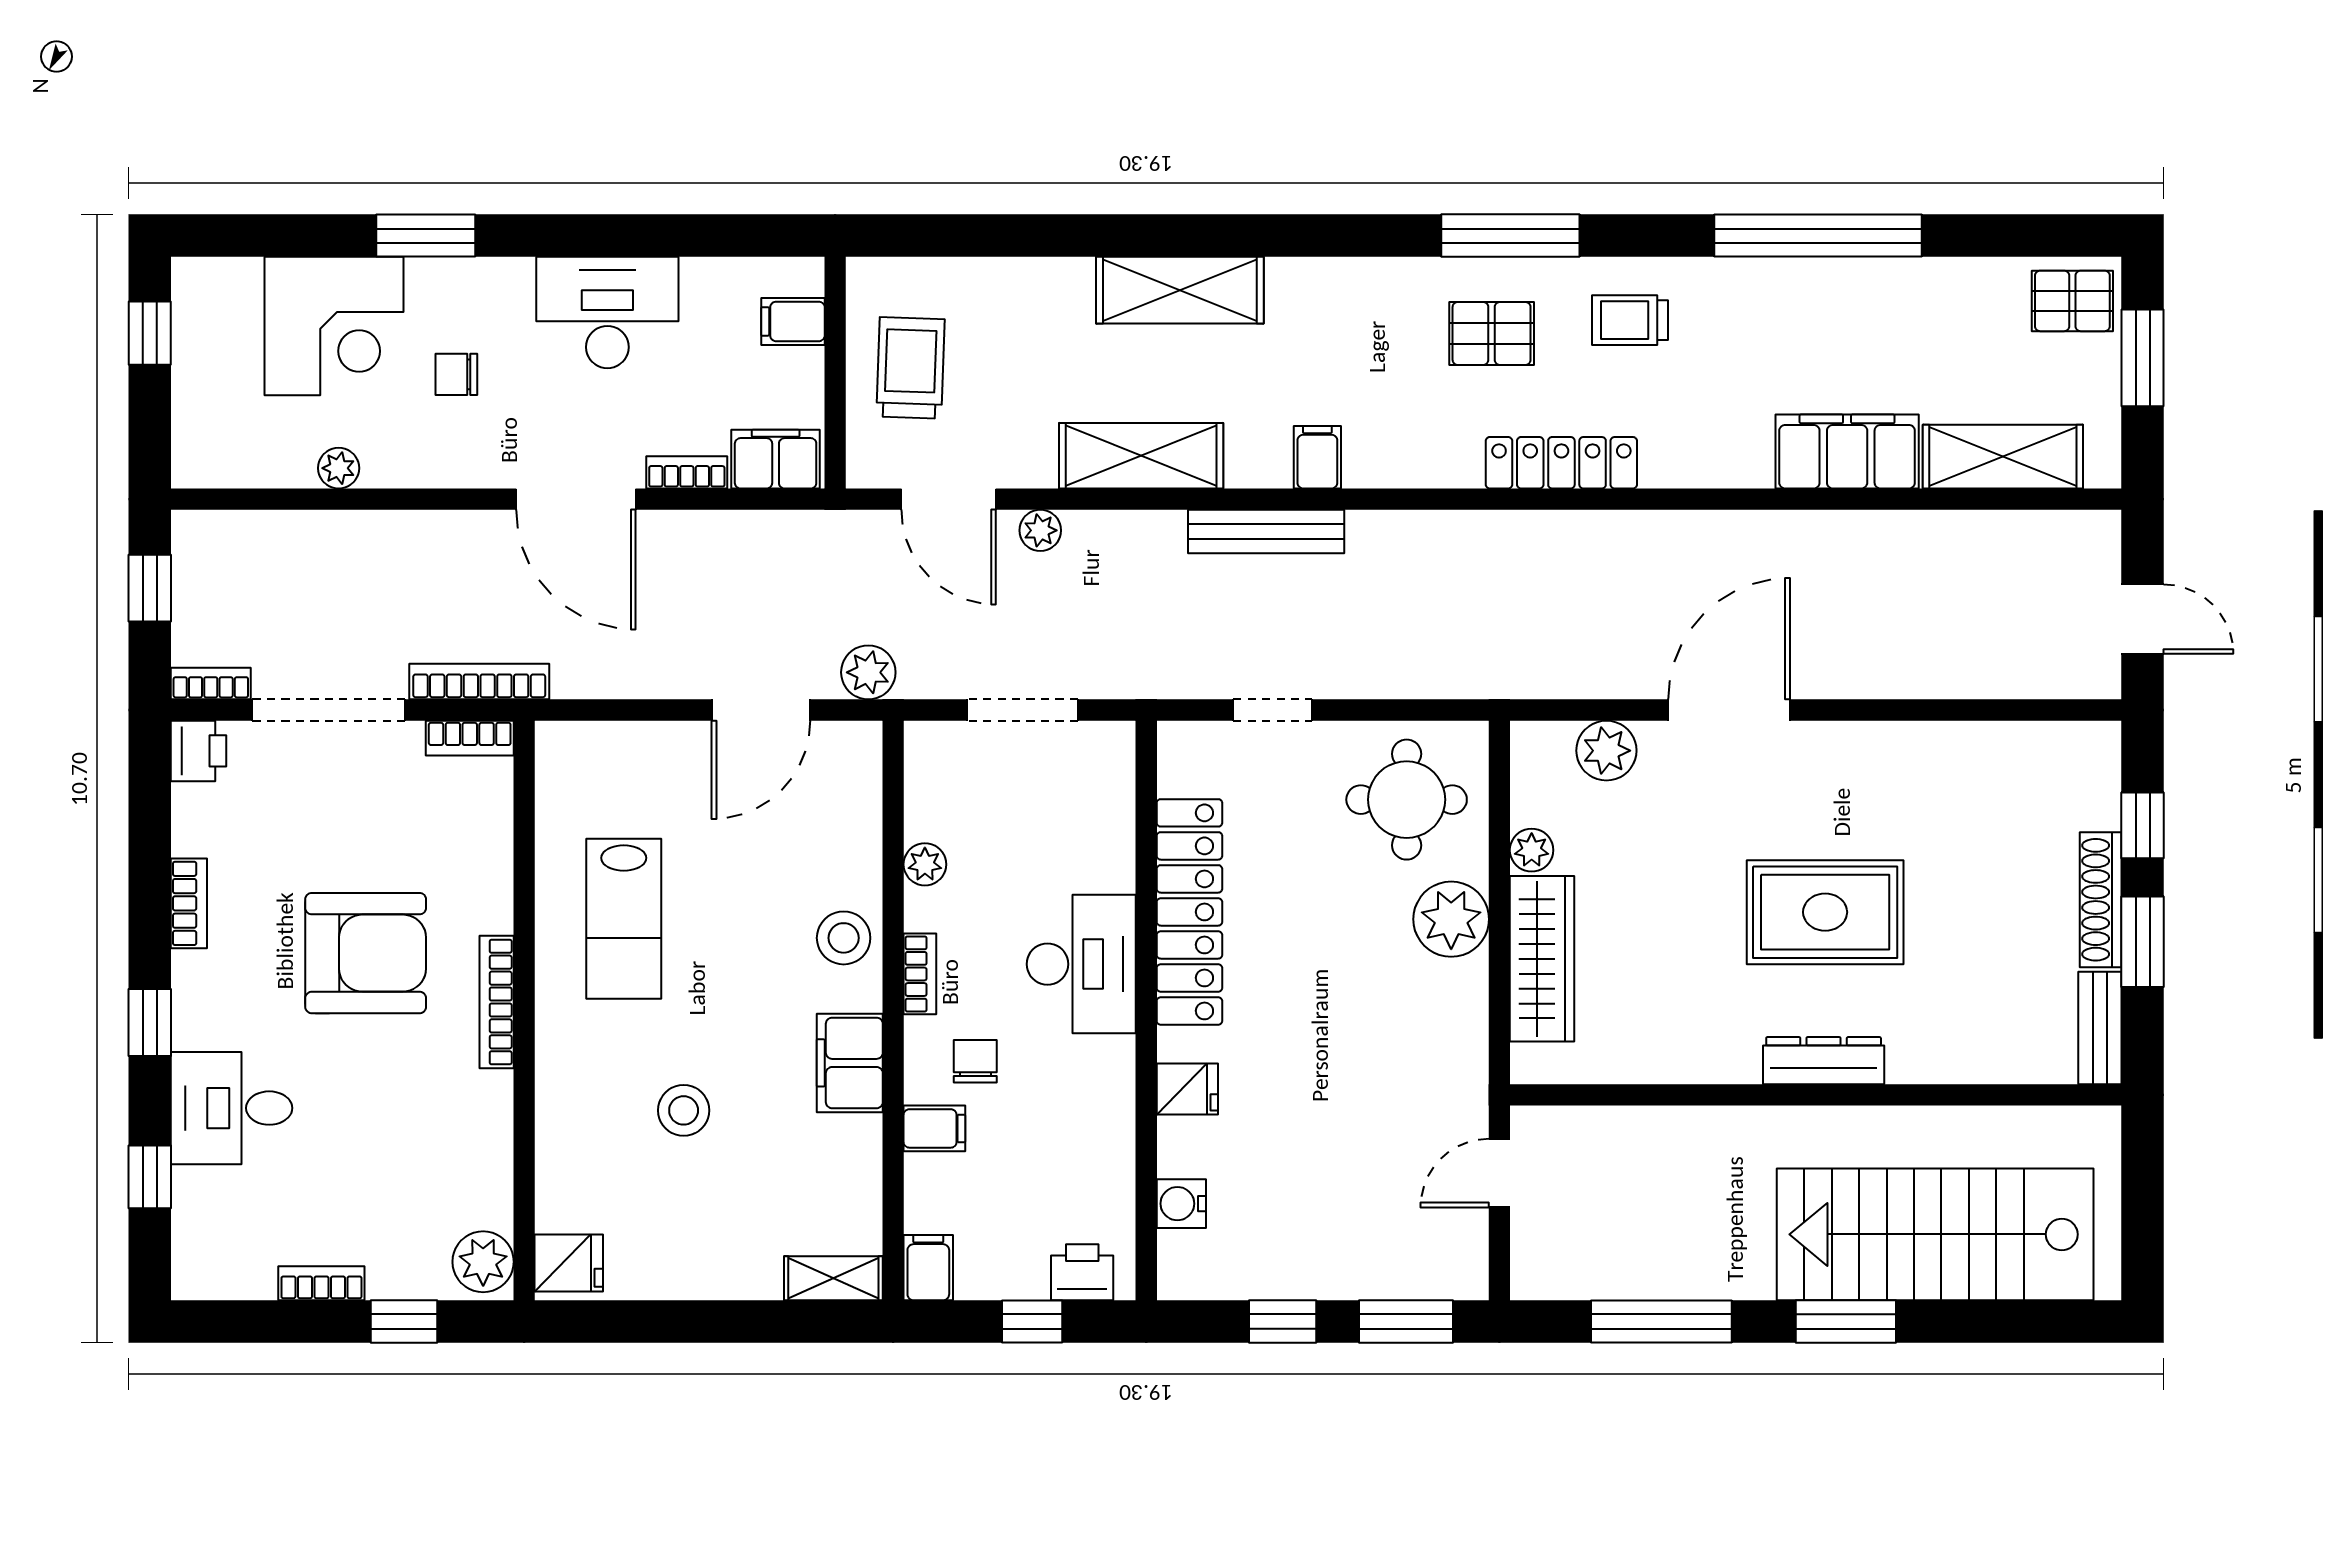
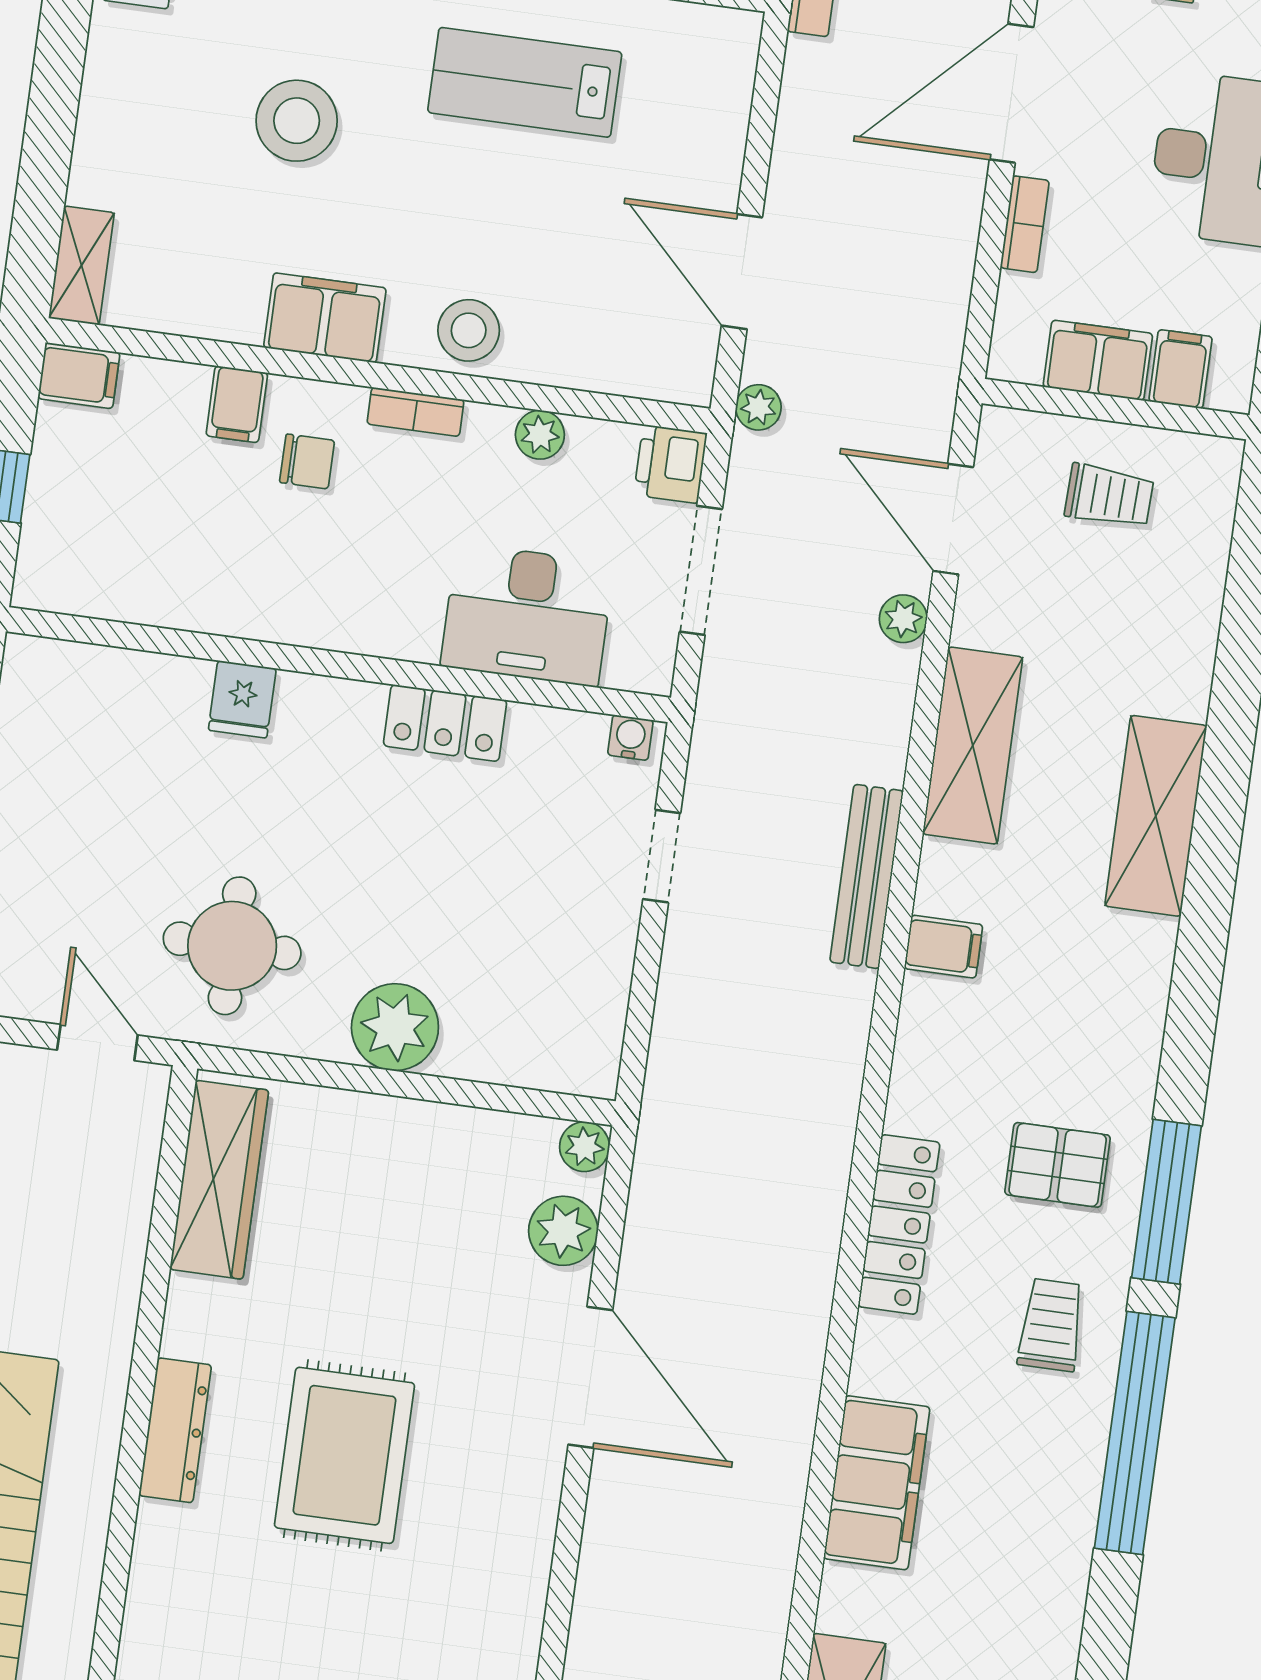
window: (1818, 236) -> (1135, 1433), moved
pallet: (1492, 333) -> (1058, 1165), turned 90
trolley: (911, 368) -> (1109, 496), width x0.73, depth x0.72
filing cabinet: (1847, 452) -> (877, 1483), moved
filing cabinet: (776, 459) -> (1098, 360), moved, turned -90
door: (949, 499) -> (953, 519), hinge flipped
plant: (868, 672) -> (758, 407), width x0.73, depth x0.73
round table: (1407, 800) -> (232, 946), moved
plant: (1532, 850) -> (585, 1147), moved
locker: (1189, 912) -> (445, 723), width x0.46, depth x0.83
wardrobe: (1542, 959) -> (219, 1180), moved, turned -90
desk: (1081, 964) -> (527, 615), moved
stool: (684, 1110) -> (297, 121), width x1.38, depth x1.38
water cooler: (1181, 1204) -> (630, 738), moved, width x0.72, depth x0.72
printer: (1082, 1272) -> (670, 464), moved, turned 180

